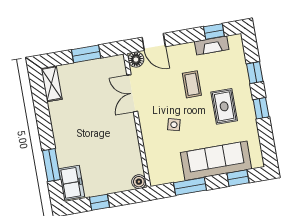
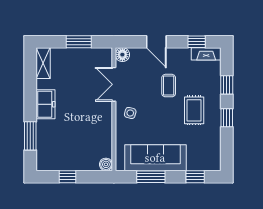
door: (154, 42) -> (156, 42), moved
fireplace: (212, 45) -> (206, 54), moved
side table: (174, 125) -> (130, 113), moved
sofa: (216, 161) -> (155, 158), moved
freezer: (72, 183) -> (46, 104), moved

